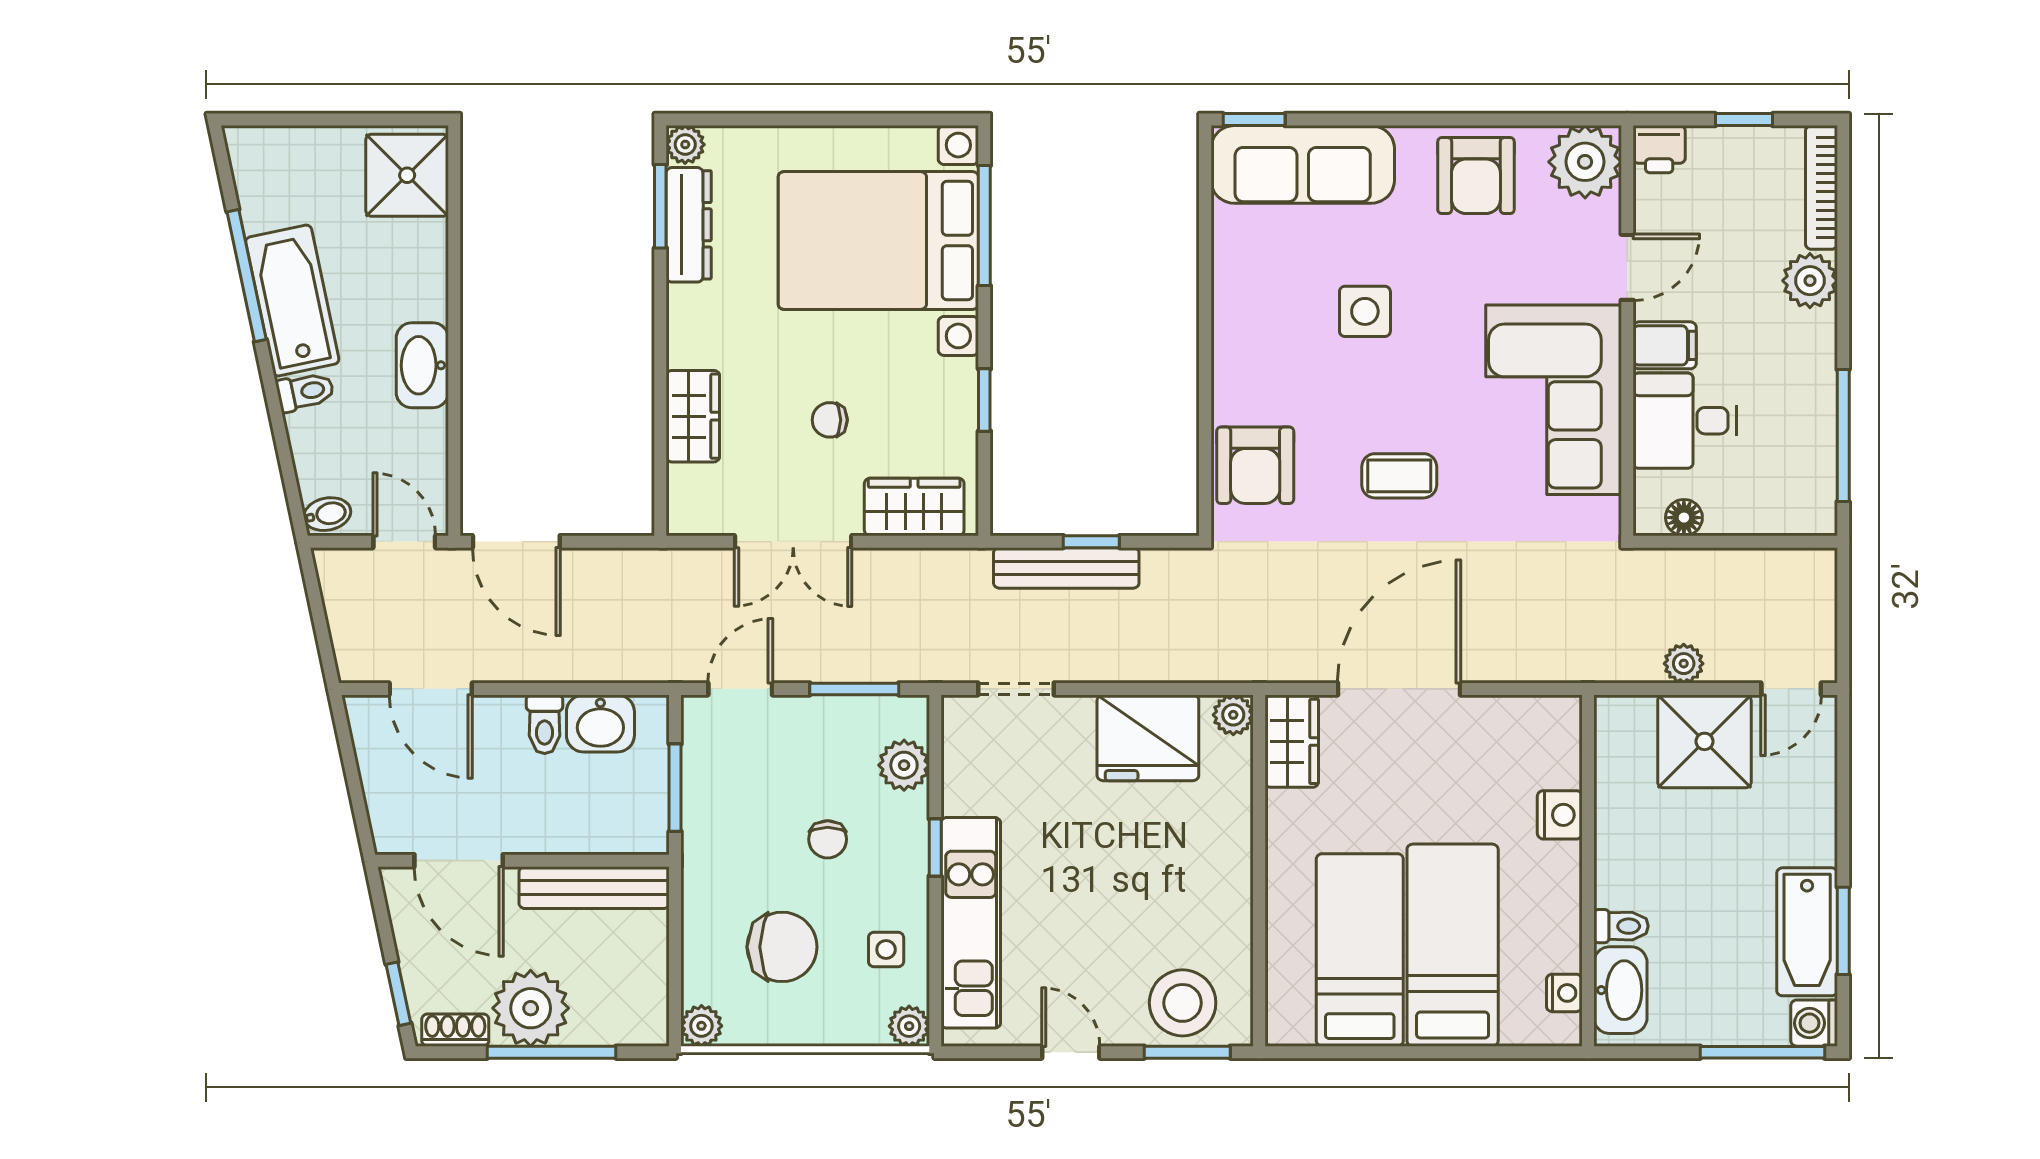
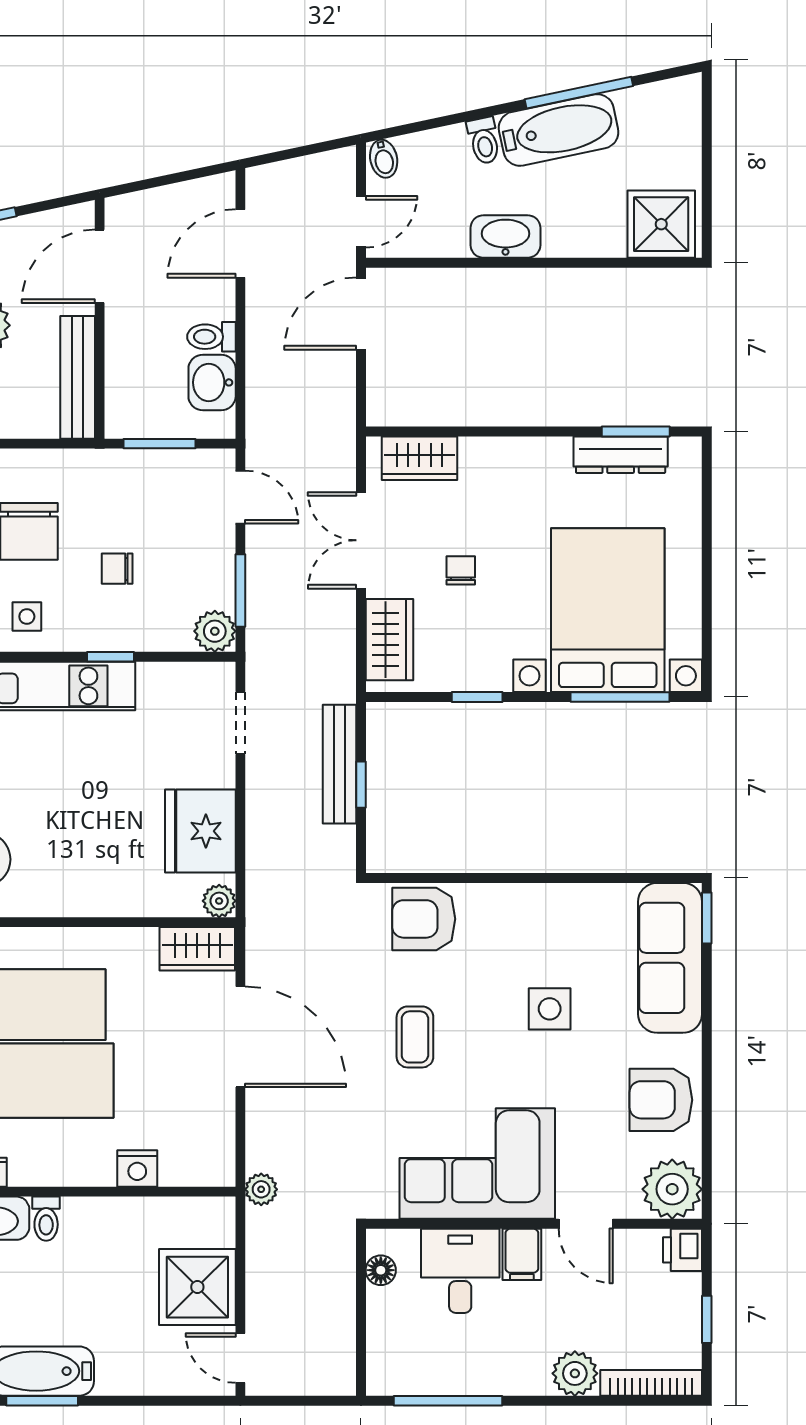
plant: (685, 145) -> (686, 452), removed
wardrobe: (693, 416) -> (419, 458), moved
plant: (1684, 664) -> (261, 1189), moved
plant: (904, 765) -> (215, 631), moved

